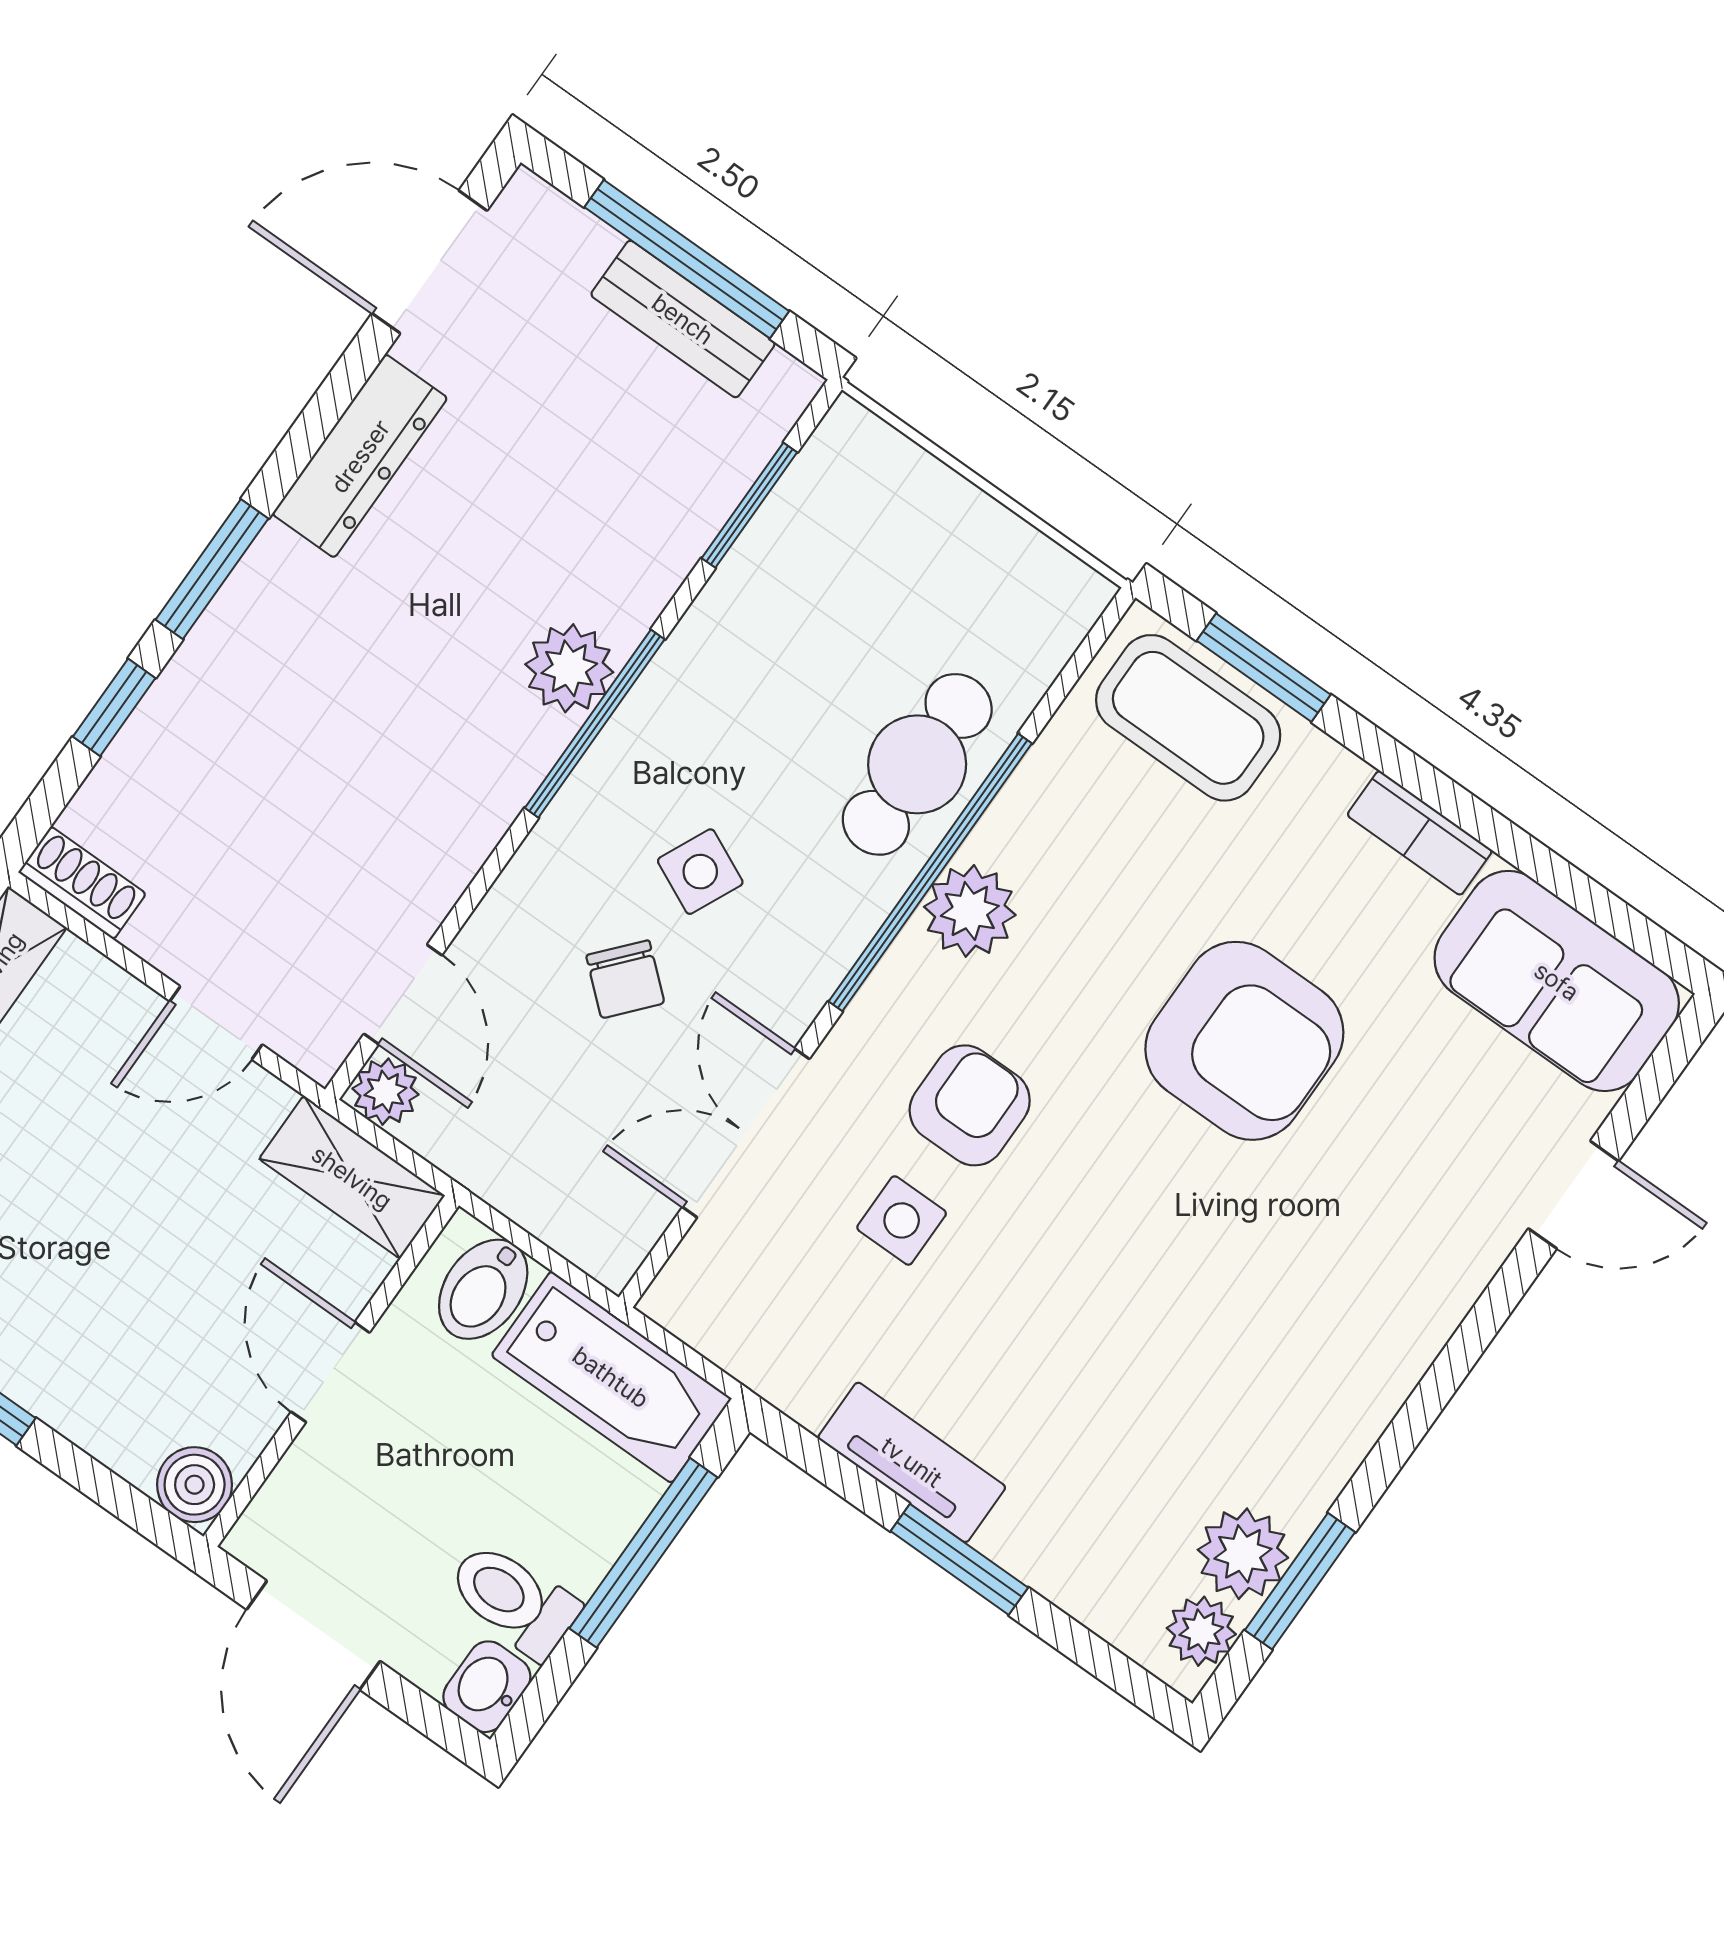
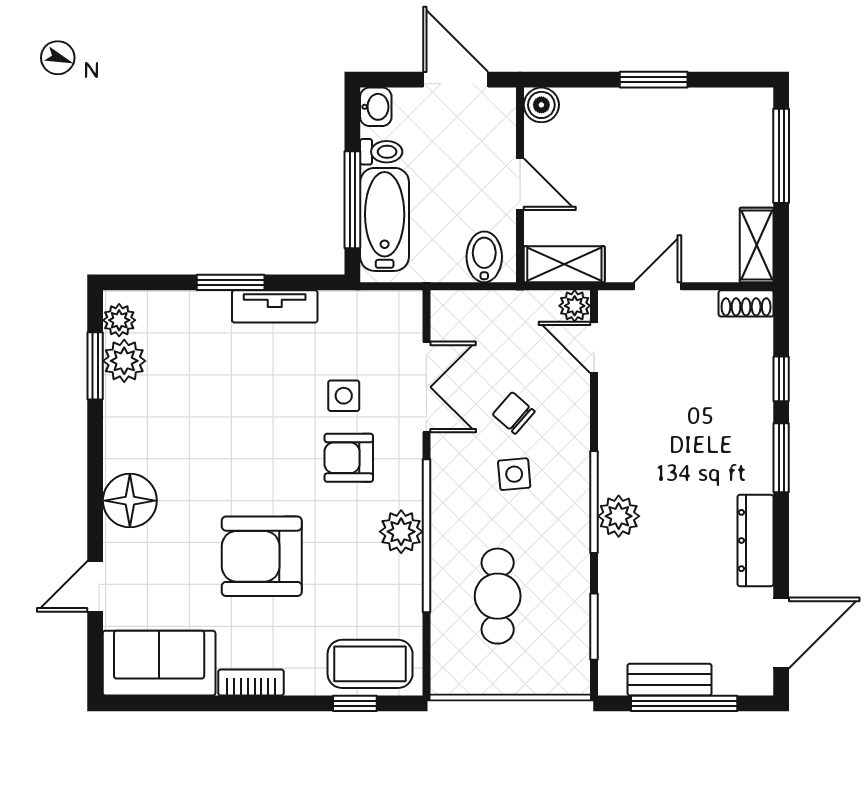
window: (1264, 668) -> (355, 703), width x0.67
cafe table: (917, 764) -> (498, 596), moved
side table: (700, 872) -> (514, 474), turned -30
armchair: (970, 1105) -> (349, 458), turned 90
floor lamp: (1406, 1302) -> (130, 501), added
bathtub: (611, 1377) -> (385, 219), moved, turned 90
toilet: (513, 1600) -> (381, 152), width x0.73, depth x0.72

